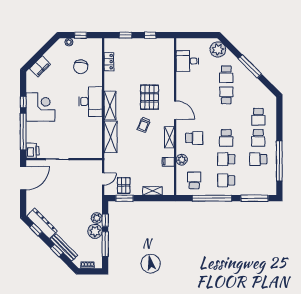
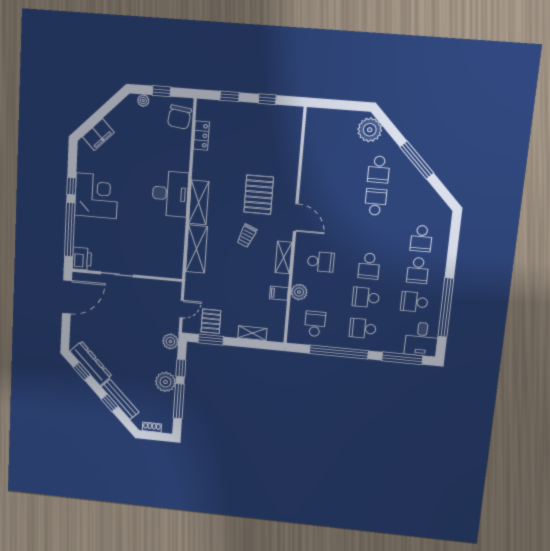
desk: (188, 61) -> (422, 339), moved, turned -90
chair: (81, 67) -> (179, 117), moved
plant: (97, 218) -> (170, 341), moved

